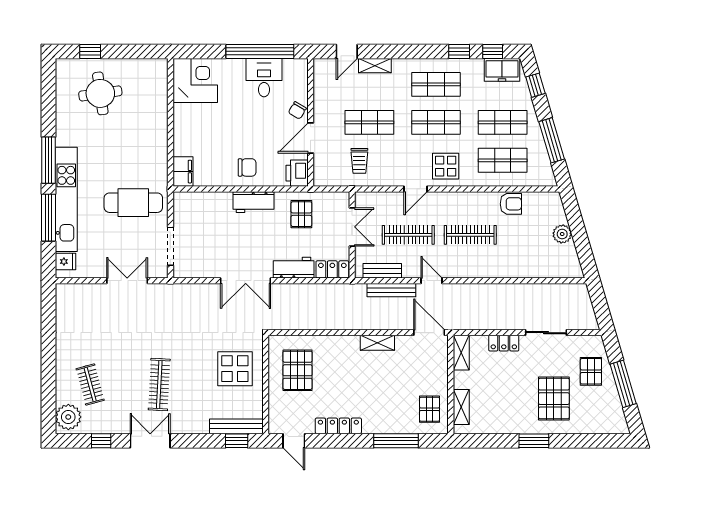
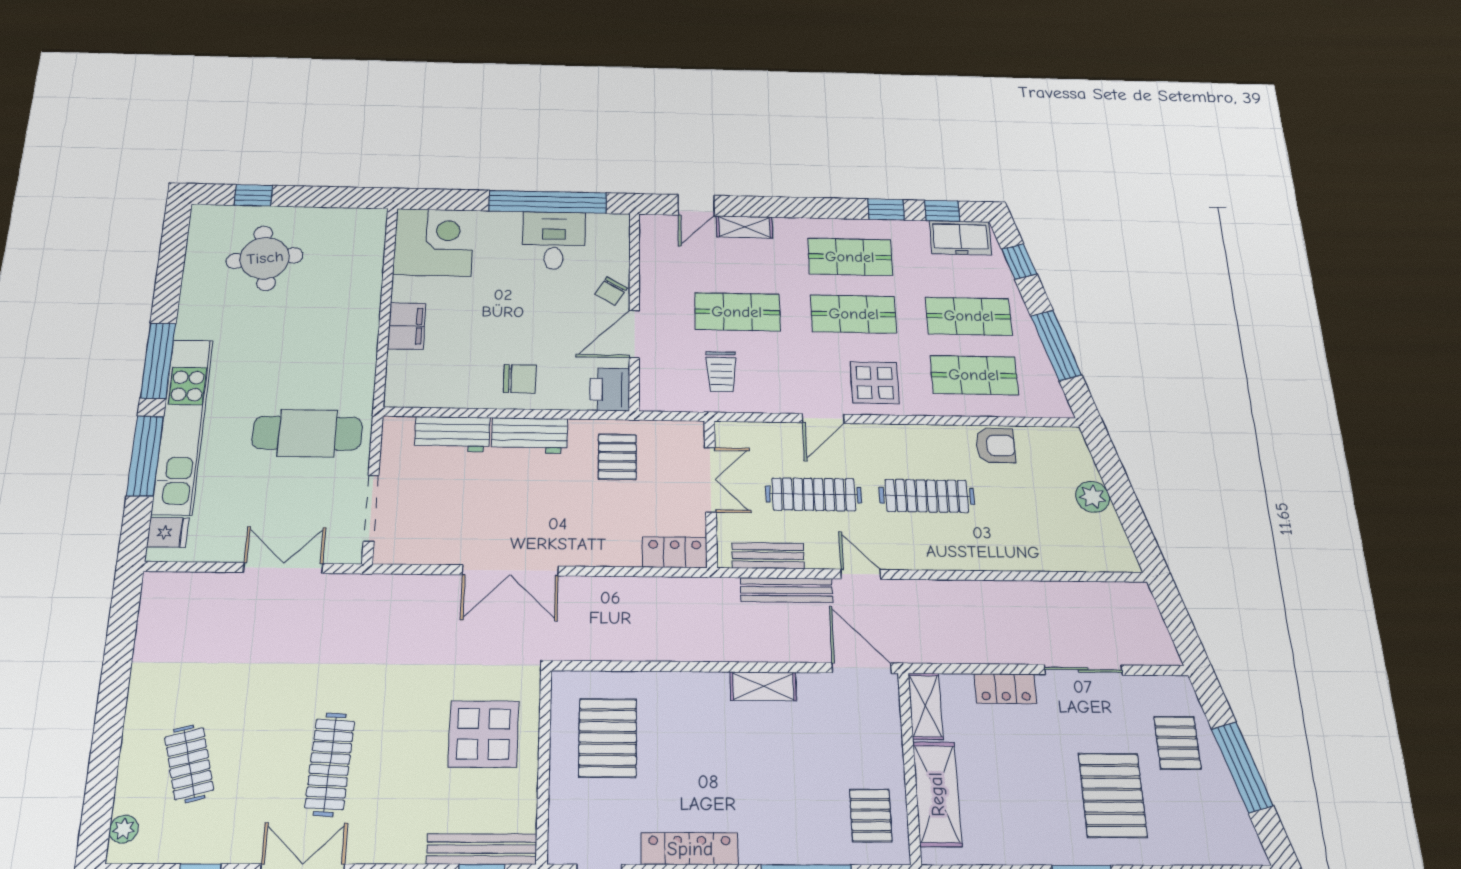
filing cabinet: (183, 172) -> (407, 326), moved
workbench: (294, 268) -> (452, 434), moved, turned 180
shelving: (461, 407) -> (937, 794), width x1.50, depth x1.33
plant: (68, 417) -> (124, 829), width x0.53, depth x0.53

